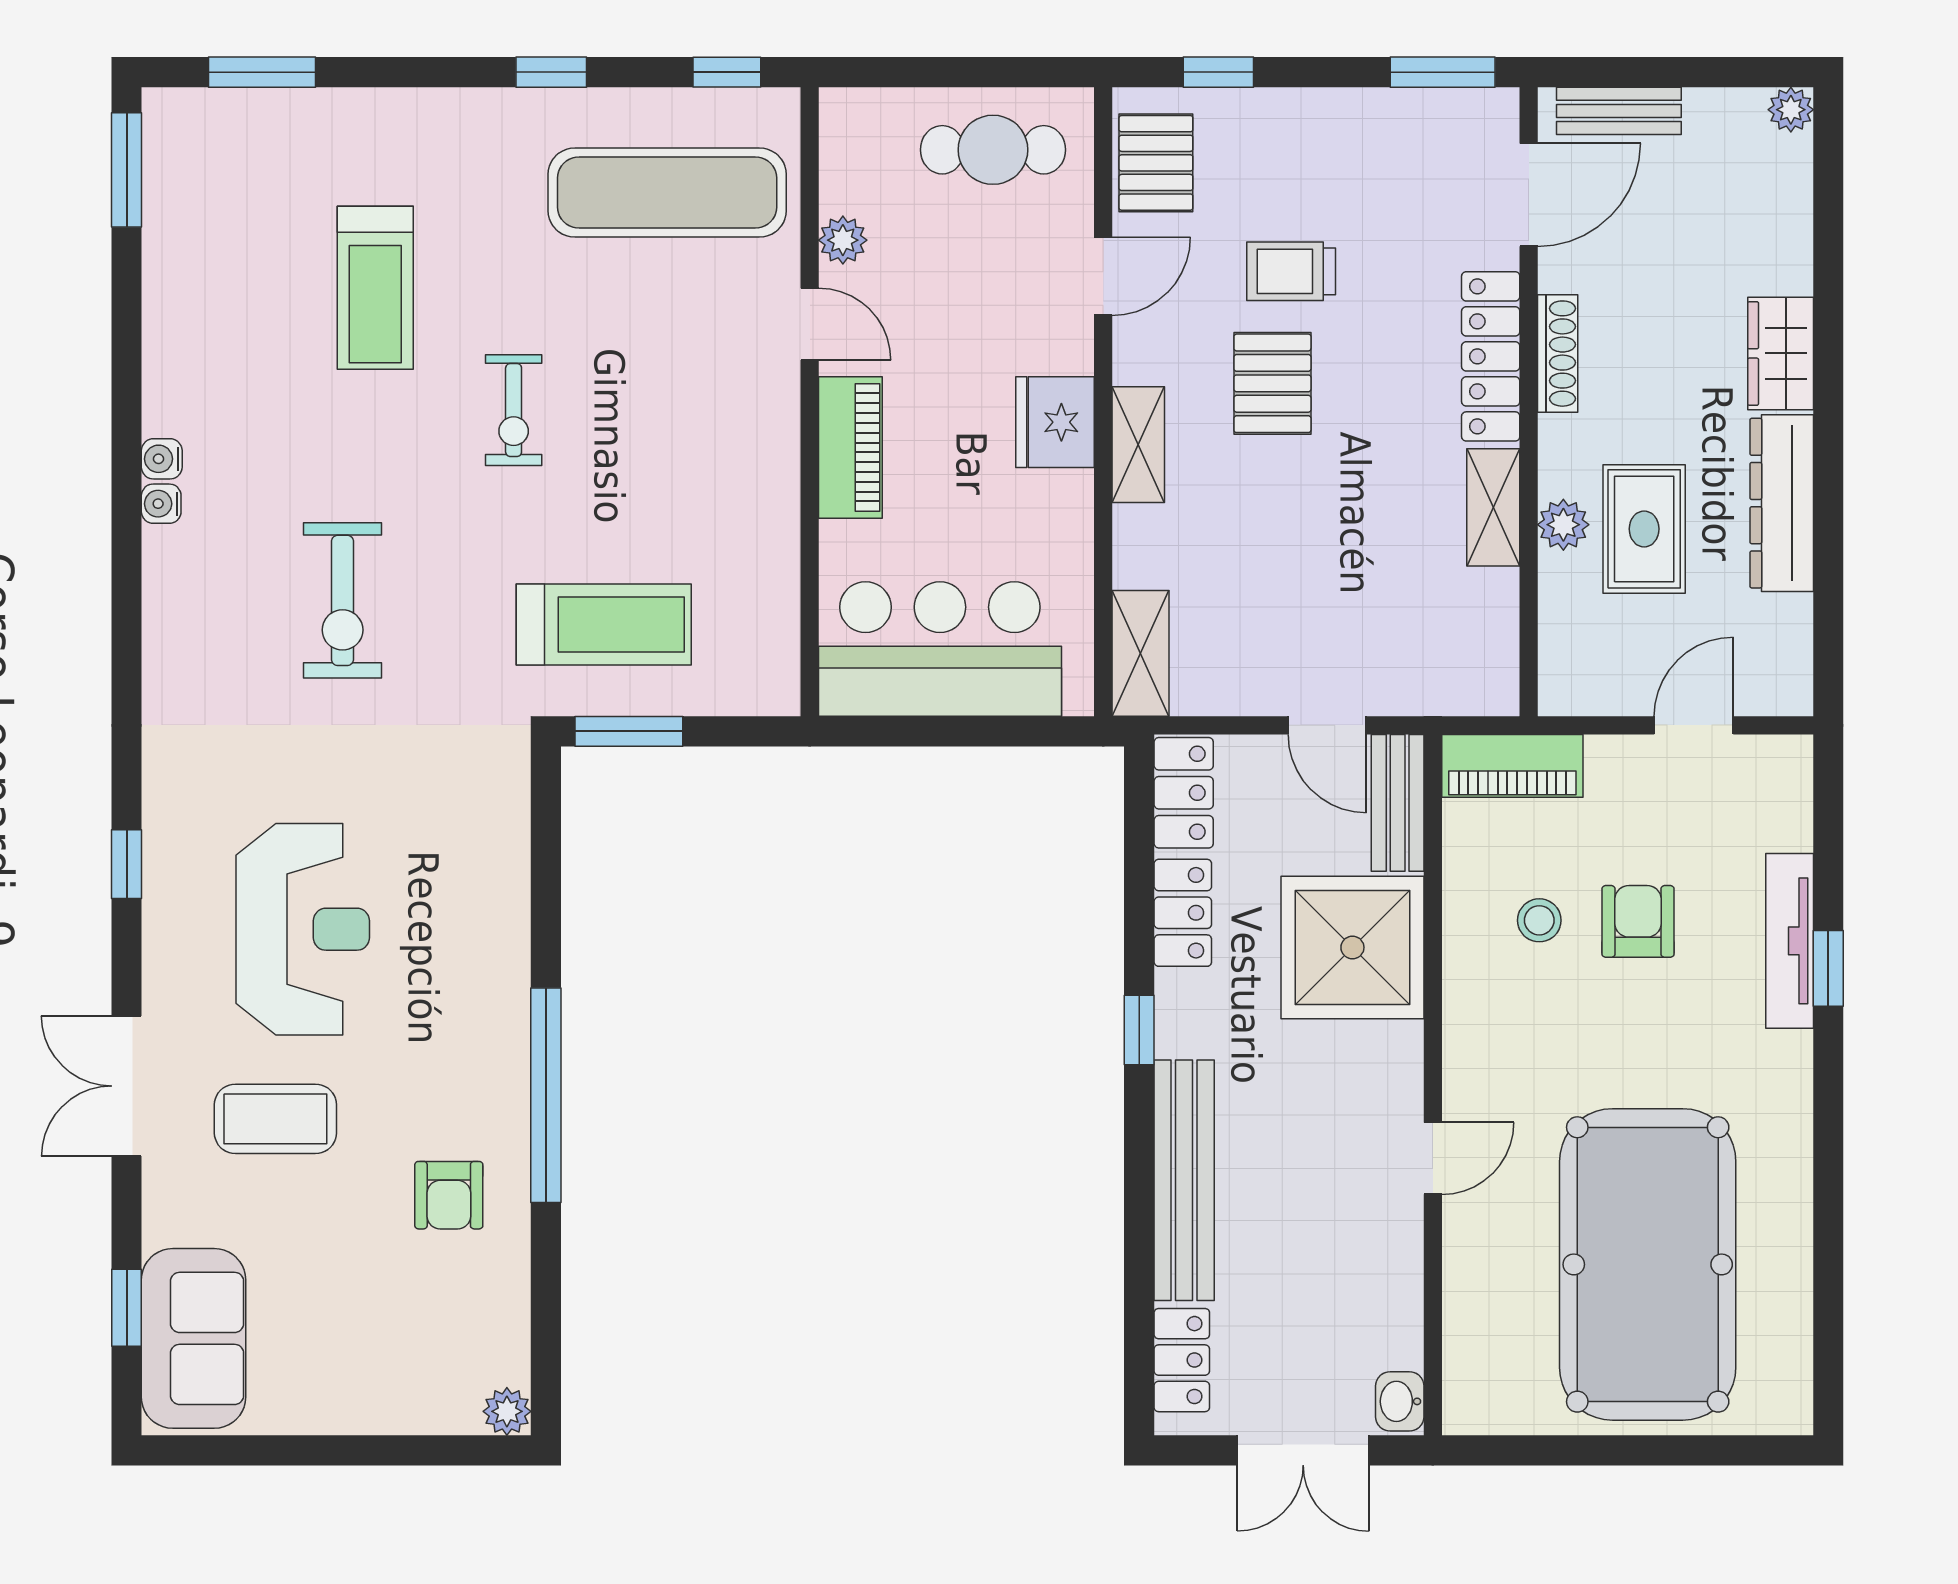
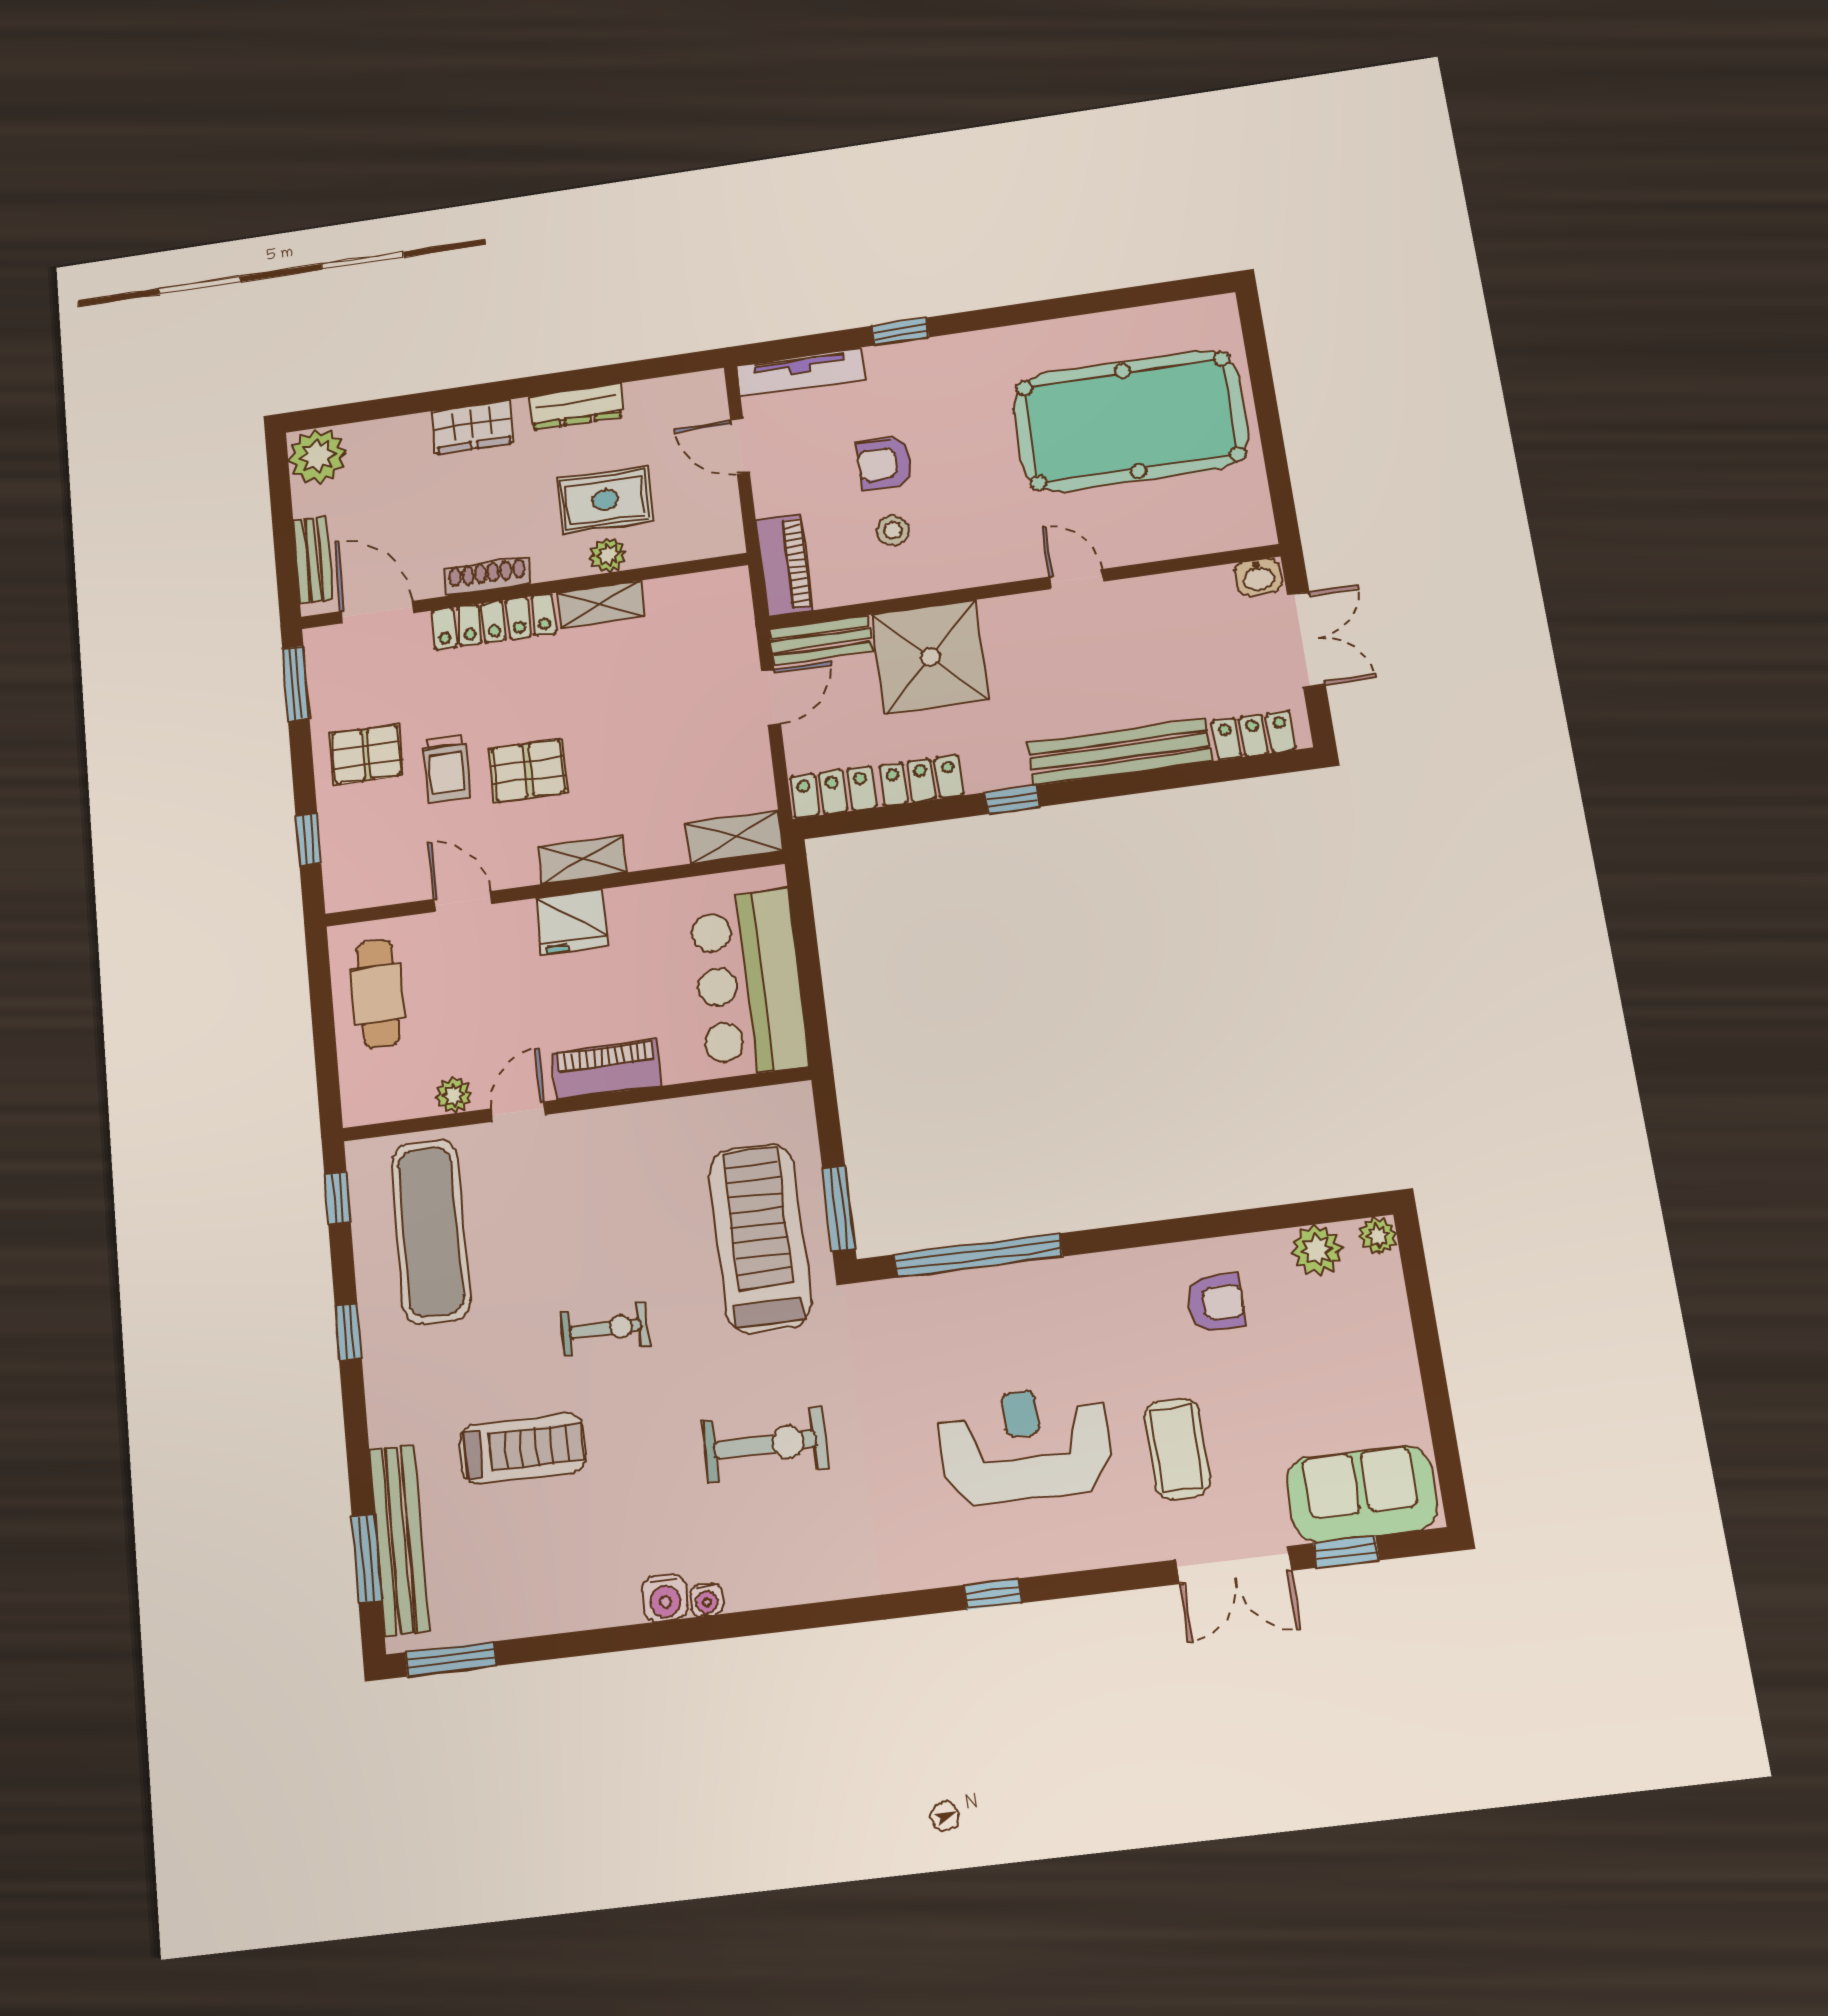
plant: (1791, 110) -> (317, 456), width x1.88, depth x1.88
bench: (280, 116) -> (399, 1540), added
pallet: (1156, 163) -> (366, 754), moved
water cooler: (162, 459) -> (665, 1598), width x1.38, depth x1.38
dresser: (1782, 503) -> (576, 407), width x0.73, depth x0.80
treadmill: (604, 625) -> (760, 1238), width x1.37, depth x1.38
tv unit: (1790, 941) -> (800, 372), moved
double door: (127, 1086) -> (1233, 1565), moved
window: (546, 1095) -> (978, 1256), moved
plant: (499, 1332) -> (1317, 1250), added

